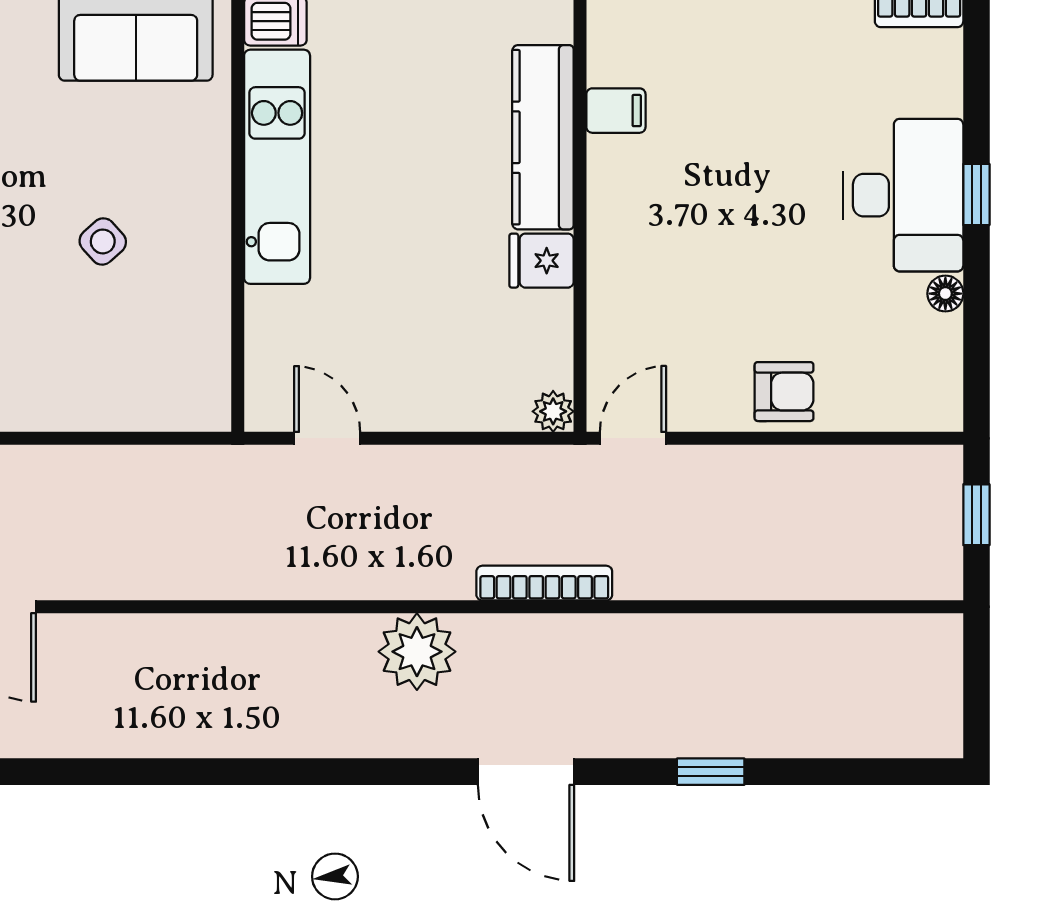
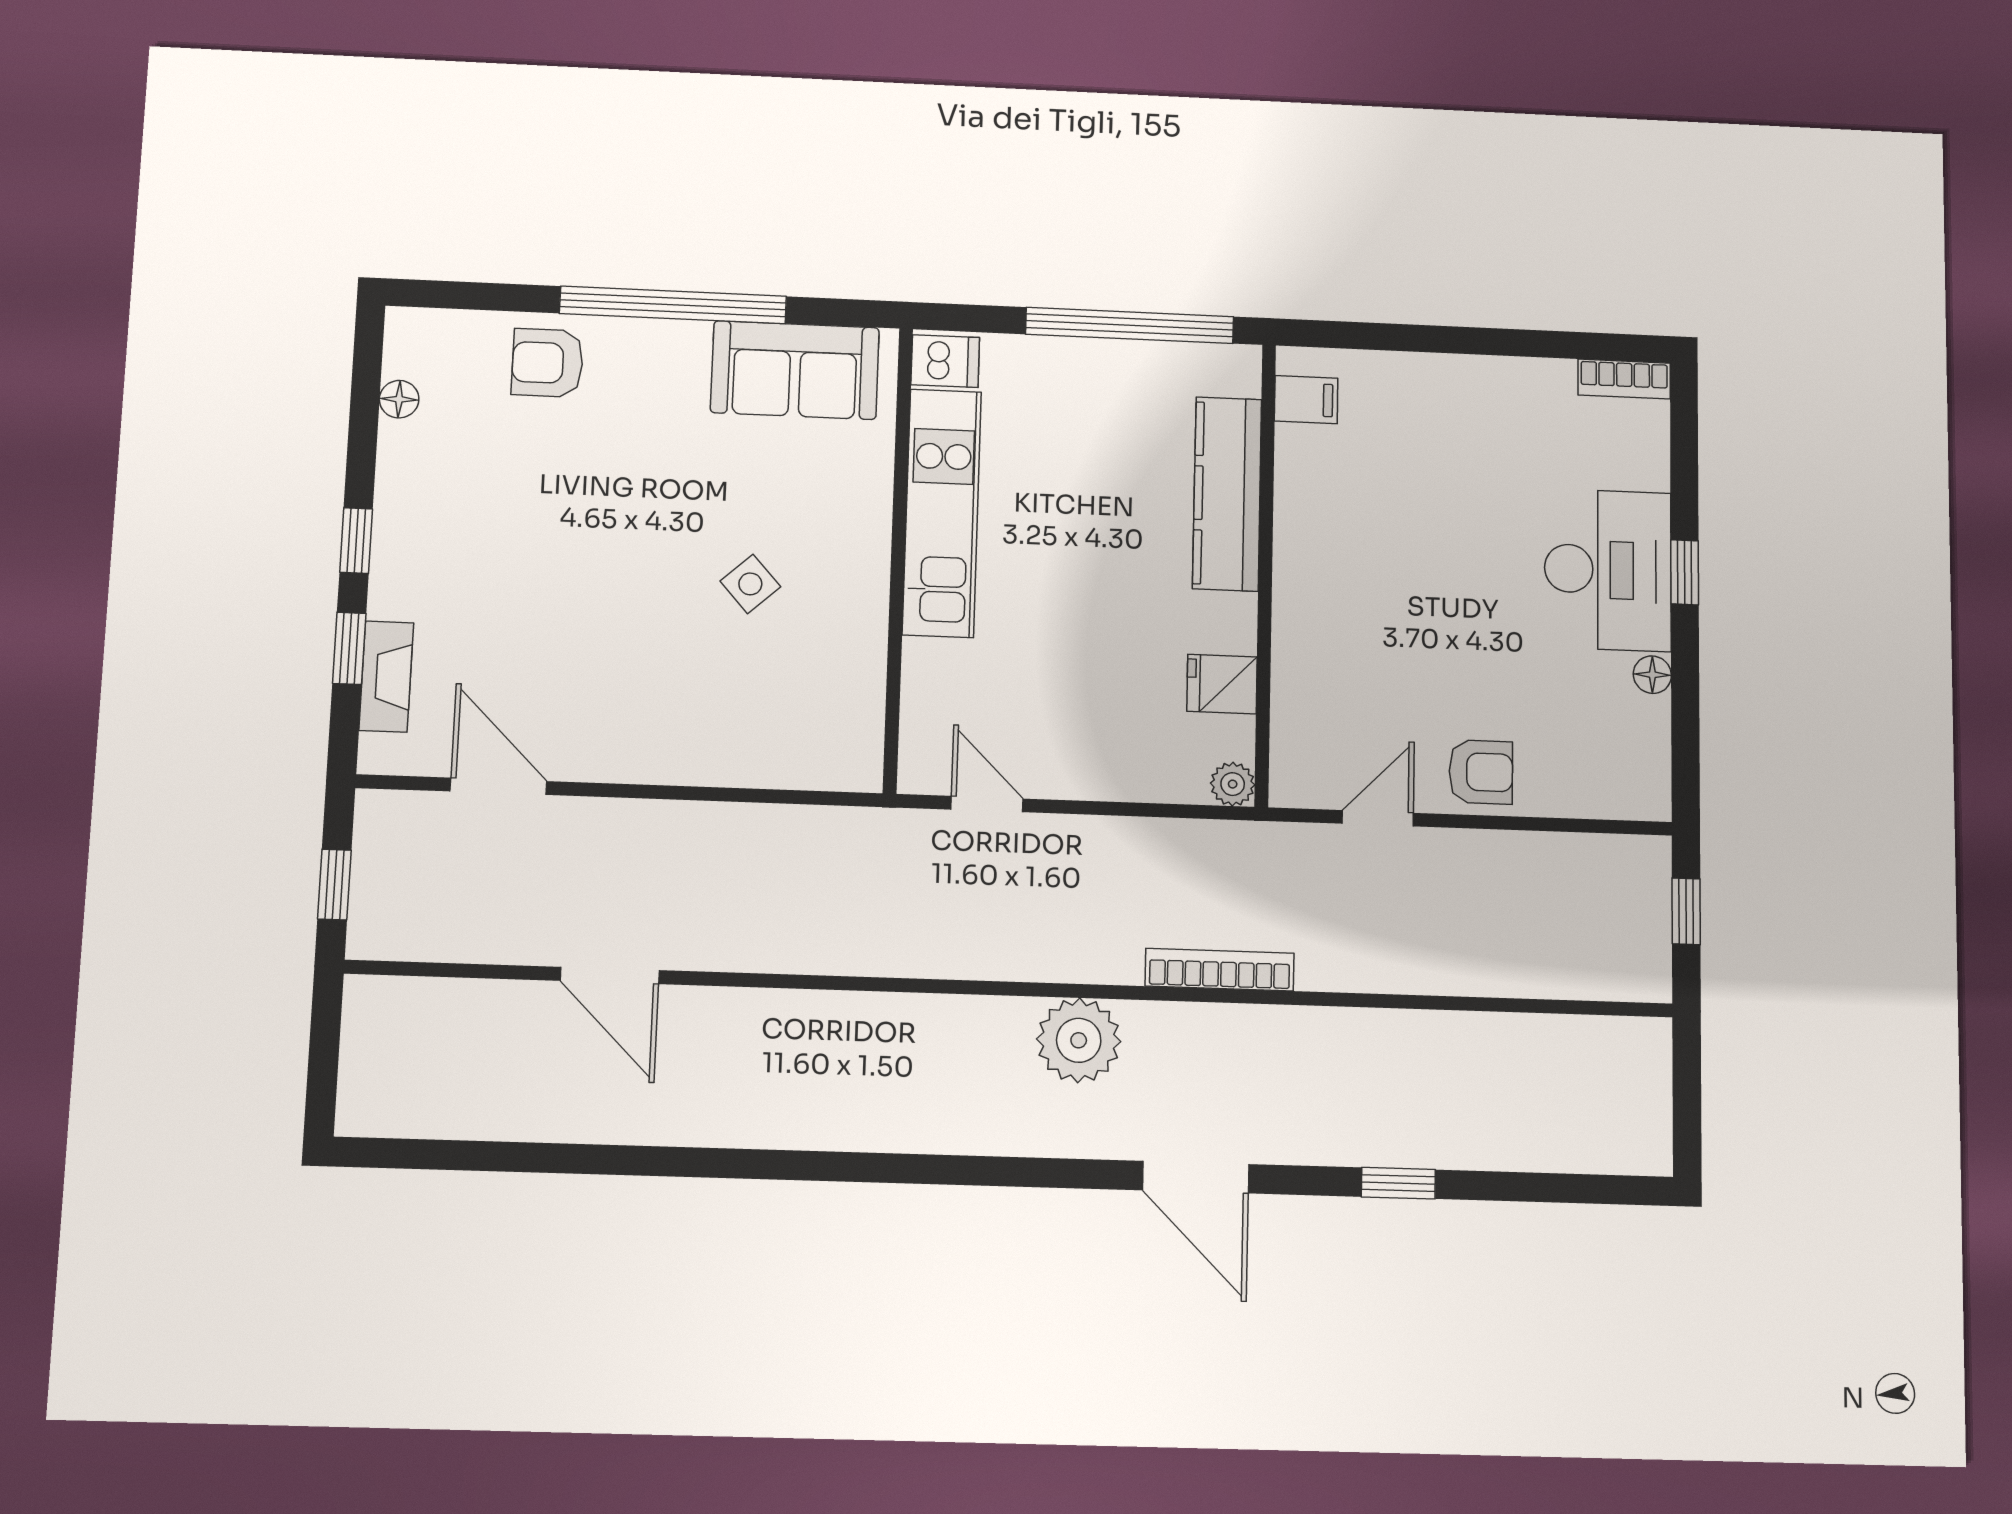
filing cabinet: (616, 111) -> (1306, 400), moved
fridge: (541, 261) -> (1222, 684), moved
door: (633, 438) -> (1378, 818), moved

